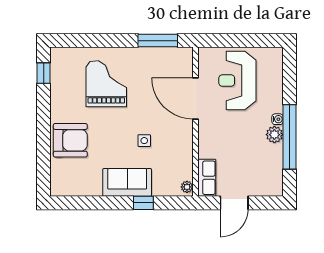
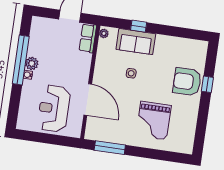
window: (44, 73) -> (207, 84), moved
reception desk: (237, 81) -> (54, 108), turned 180
sofa: (127, 182) -> (136, 42), moved

